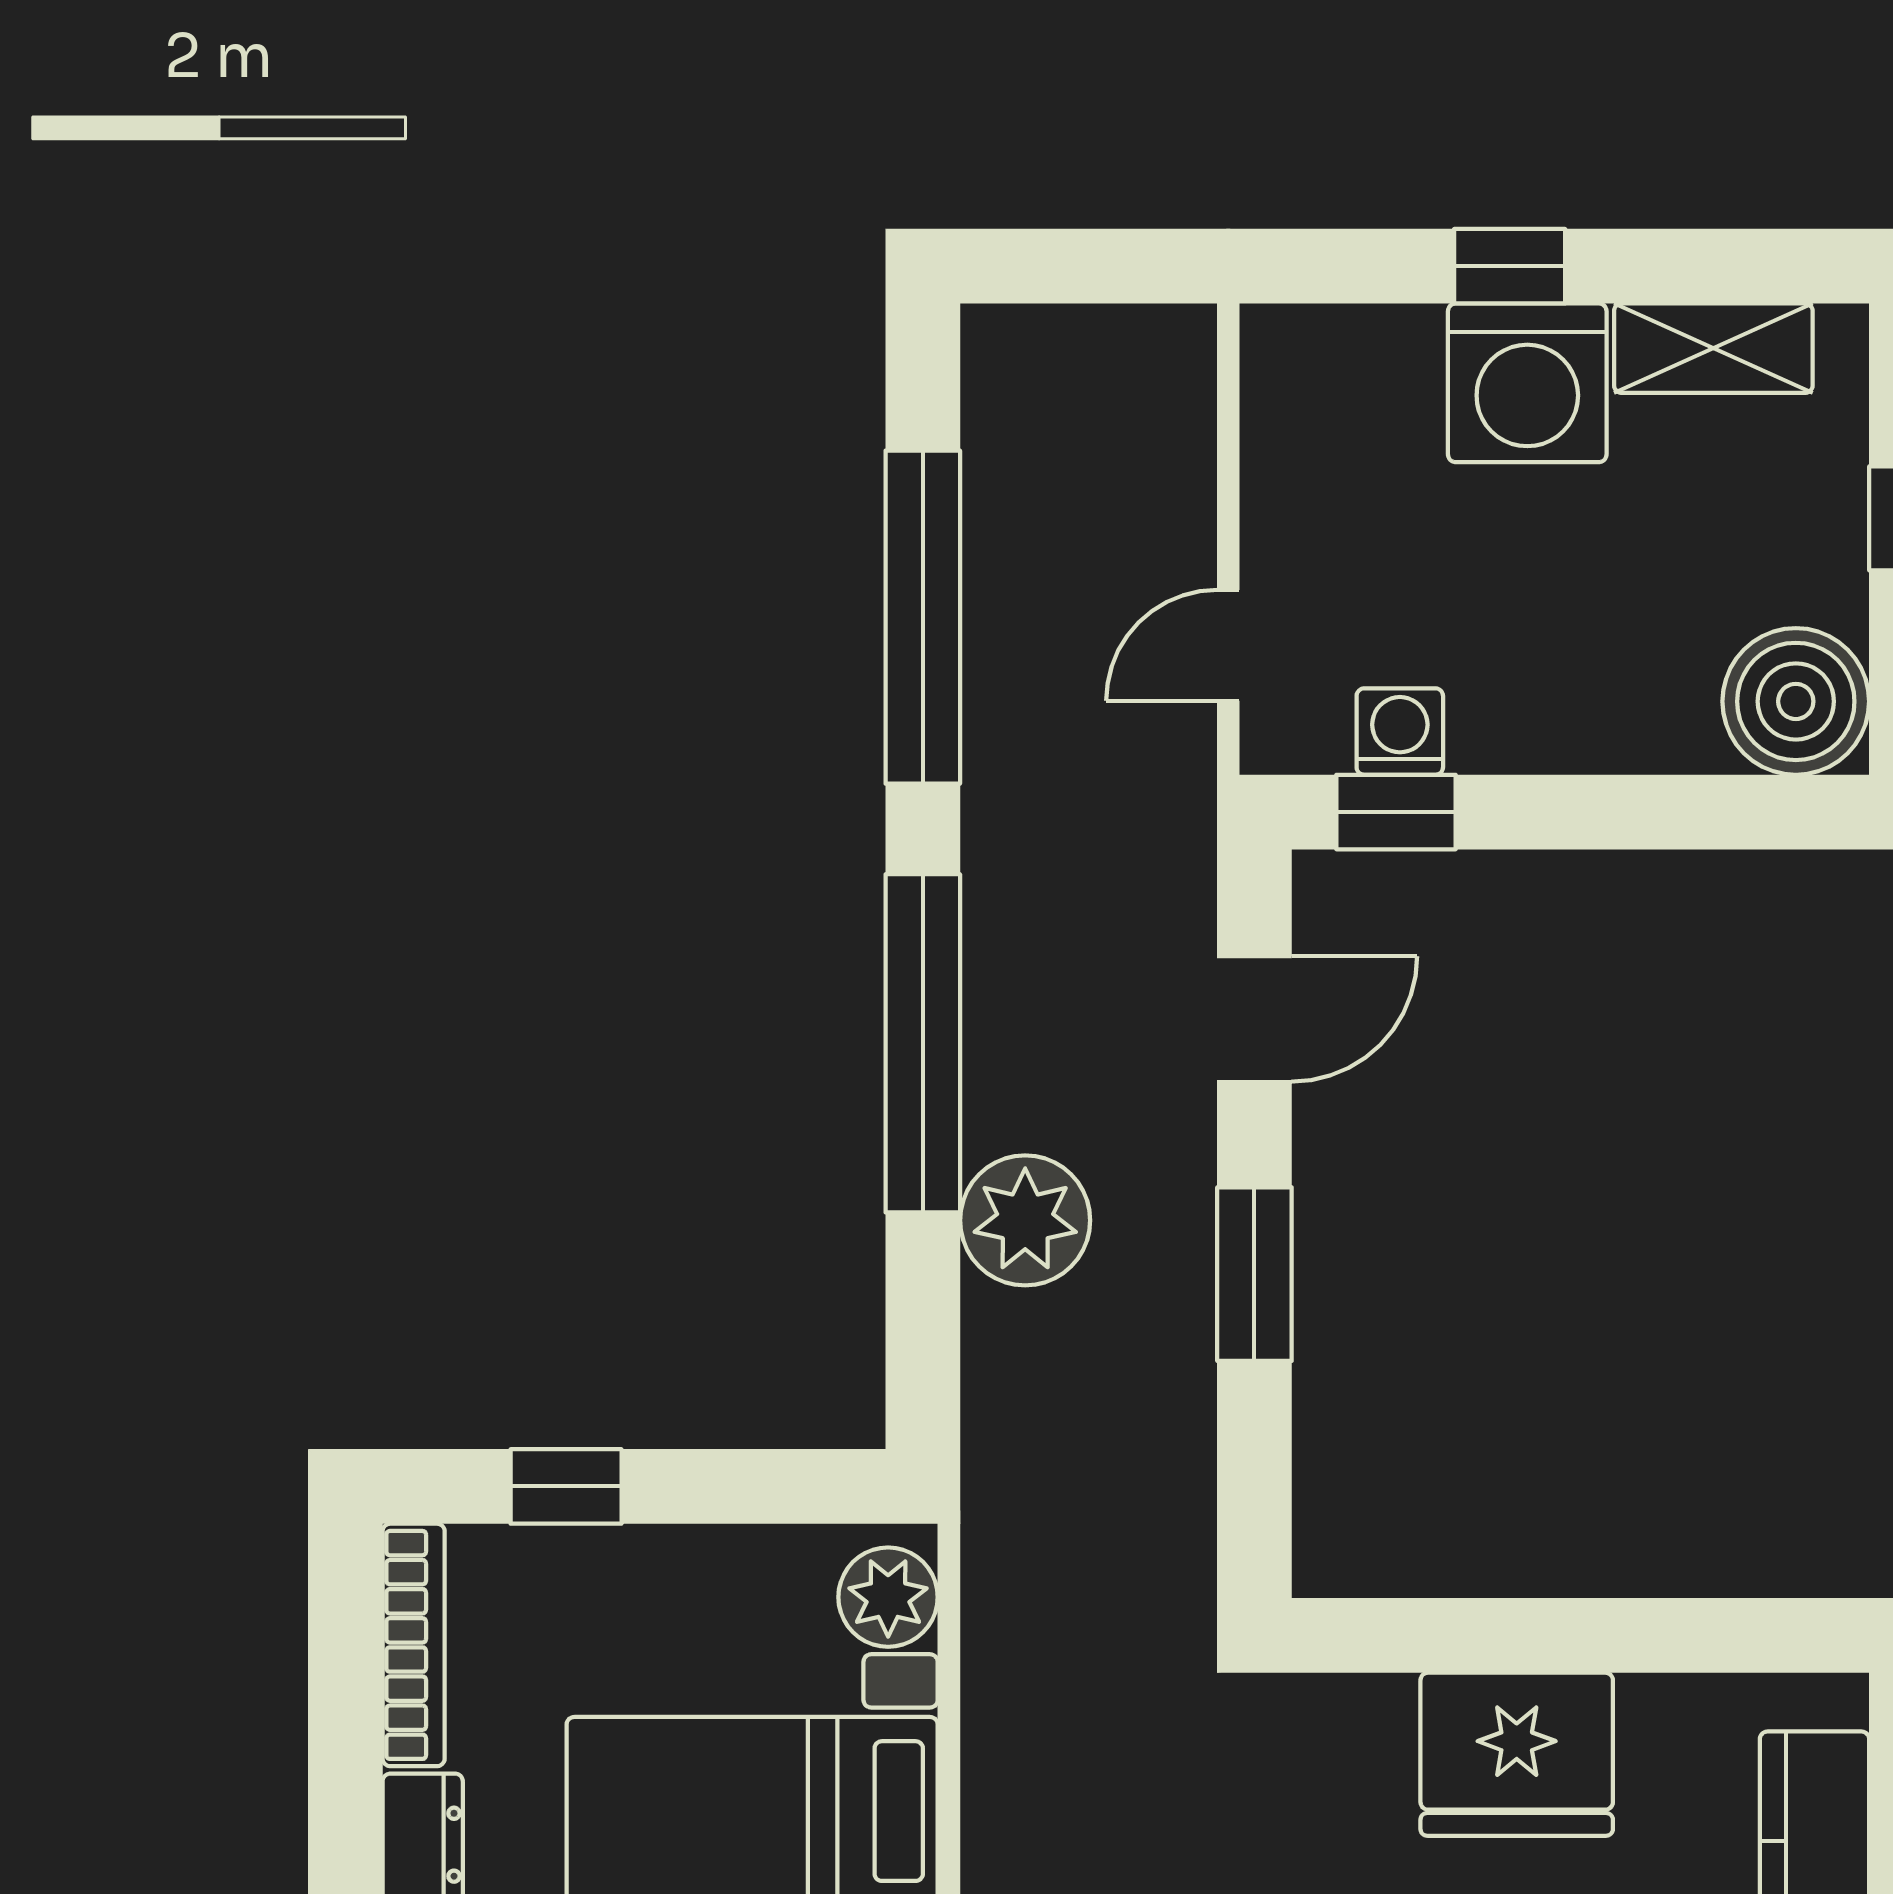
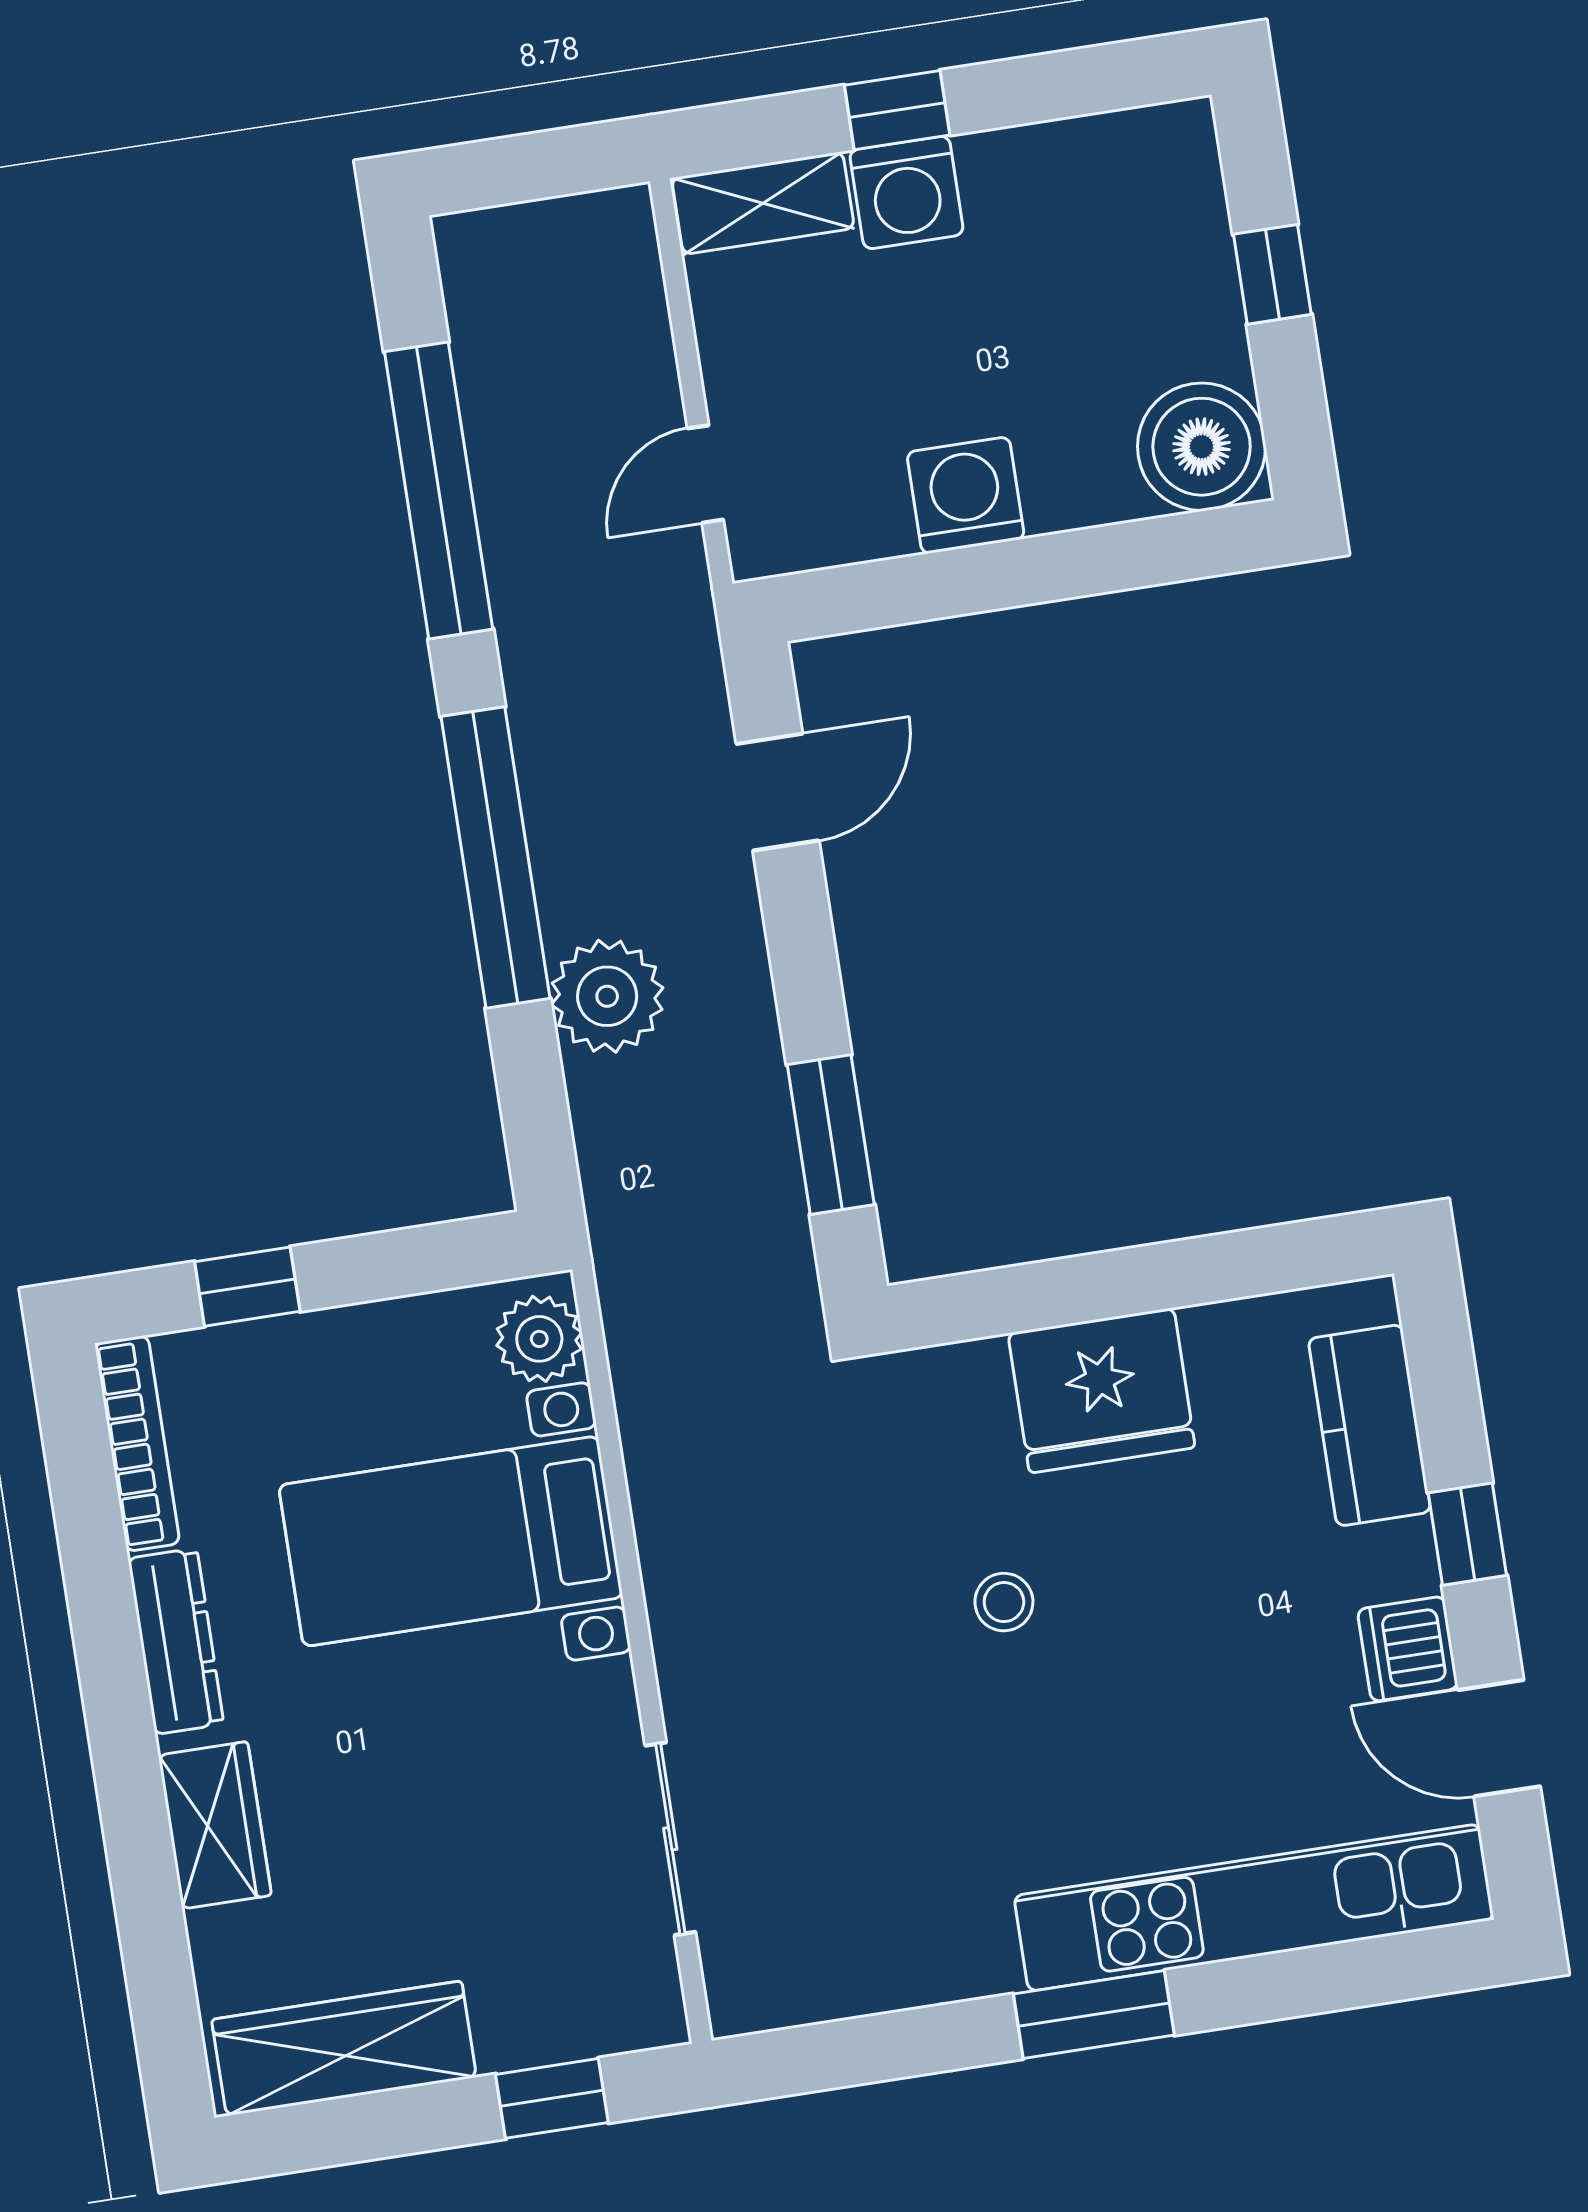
shelving: (1713, 348) -> (763, 203), moved
washing machine: (1527, 383) -> (906, 192), width x0.73, depth x0.73
washing machine: (1400, 732) -> (966, 495), moved, width x1.38, depth x1.38
window: (1396, 812) -> (872, 595), removed
window: (1254, 1274) -> (831, 1135), moved

